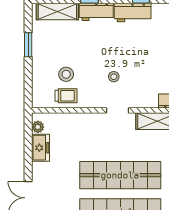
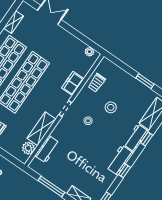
stool: (66, 74) -> (111, 107), moved
freezer: (41, 148) -> (73, 83), moved, turned 90

